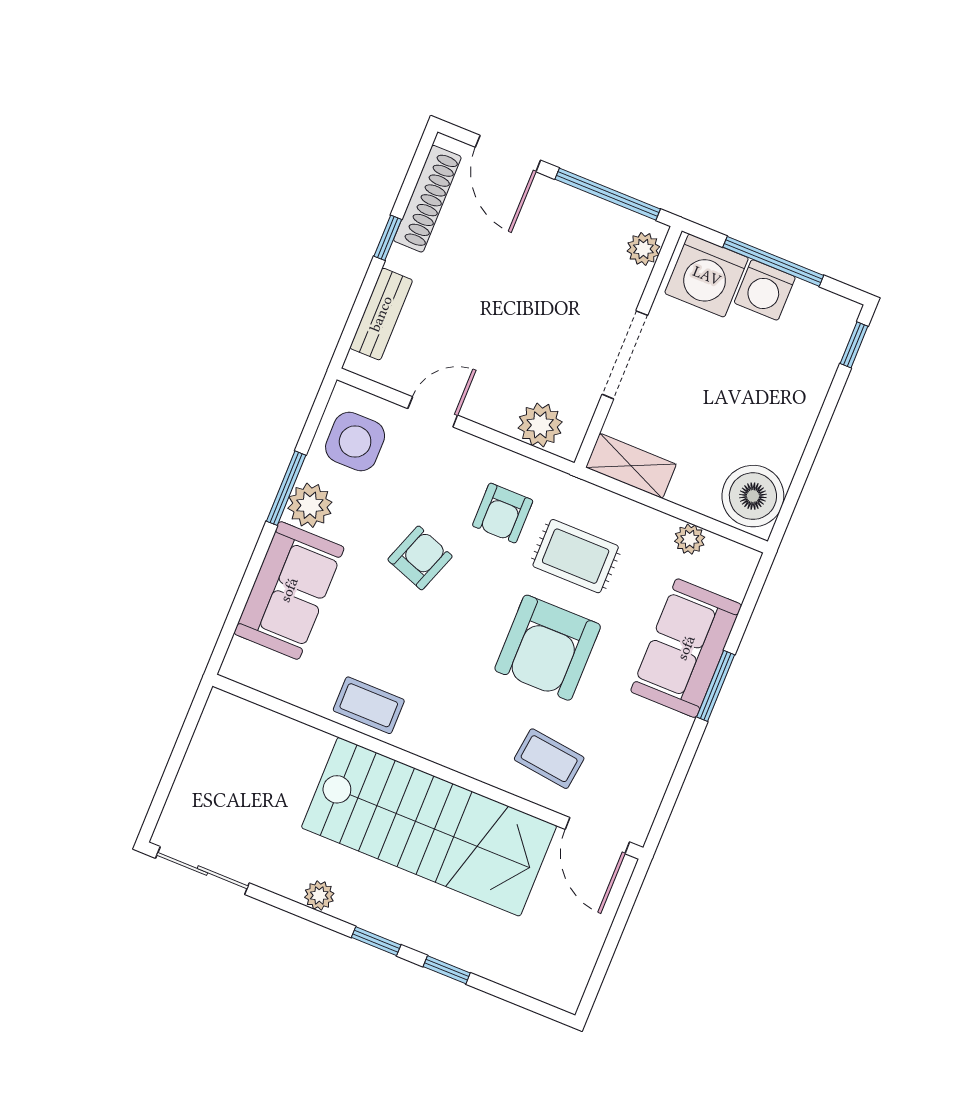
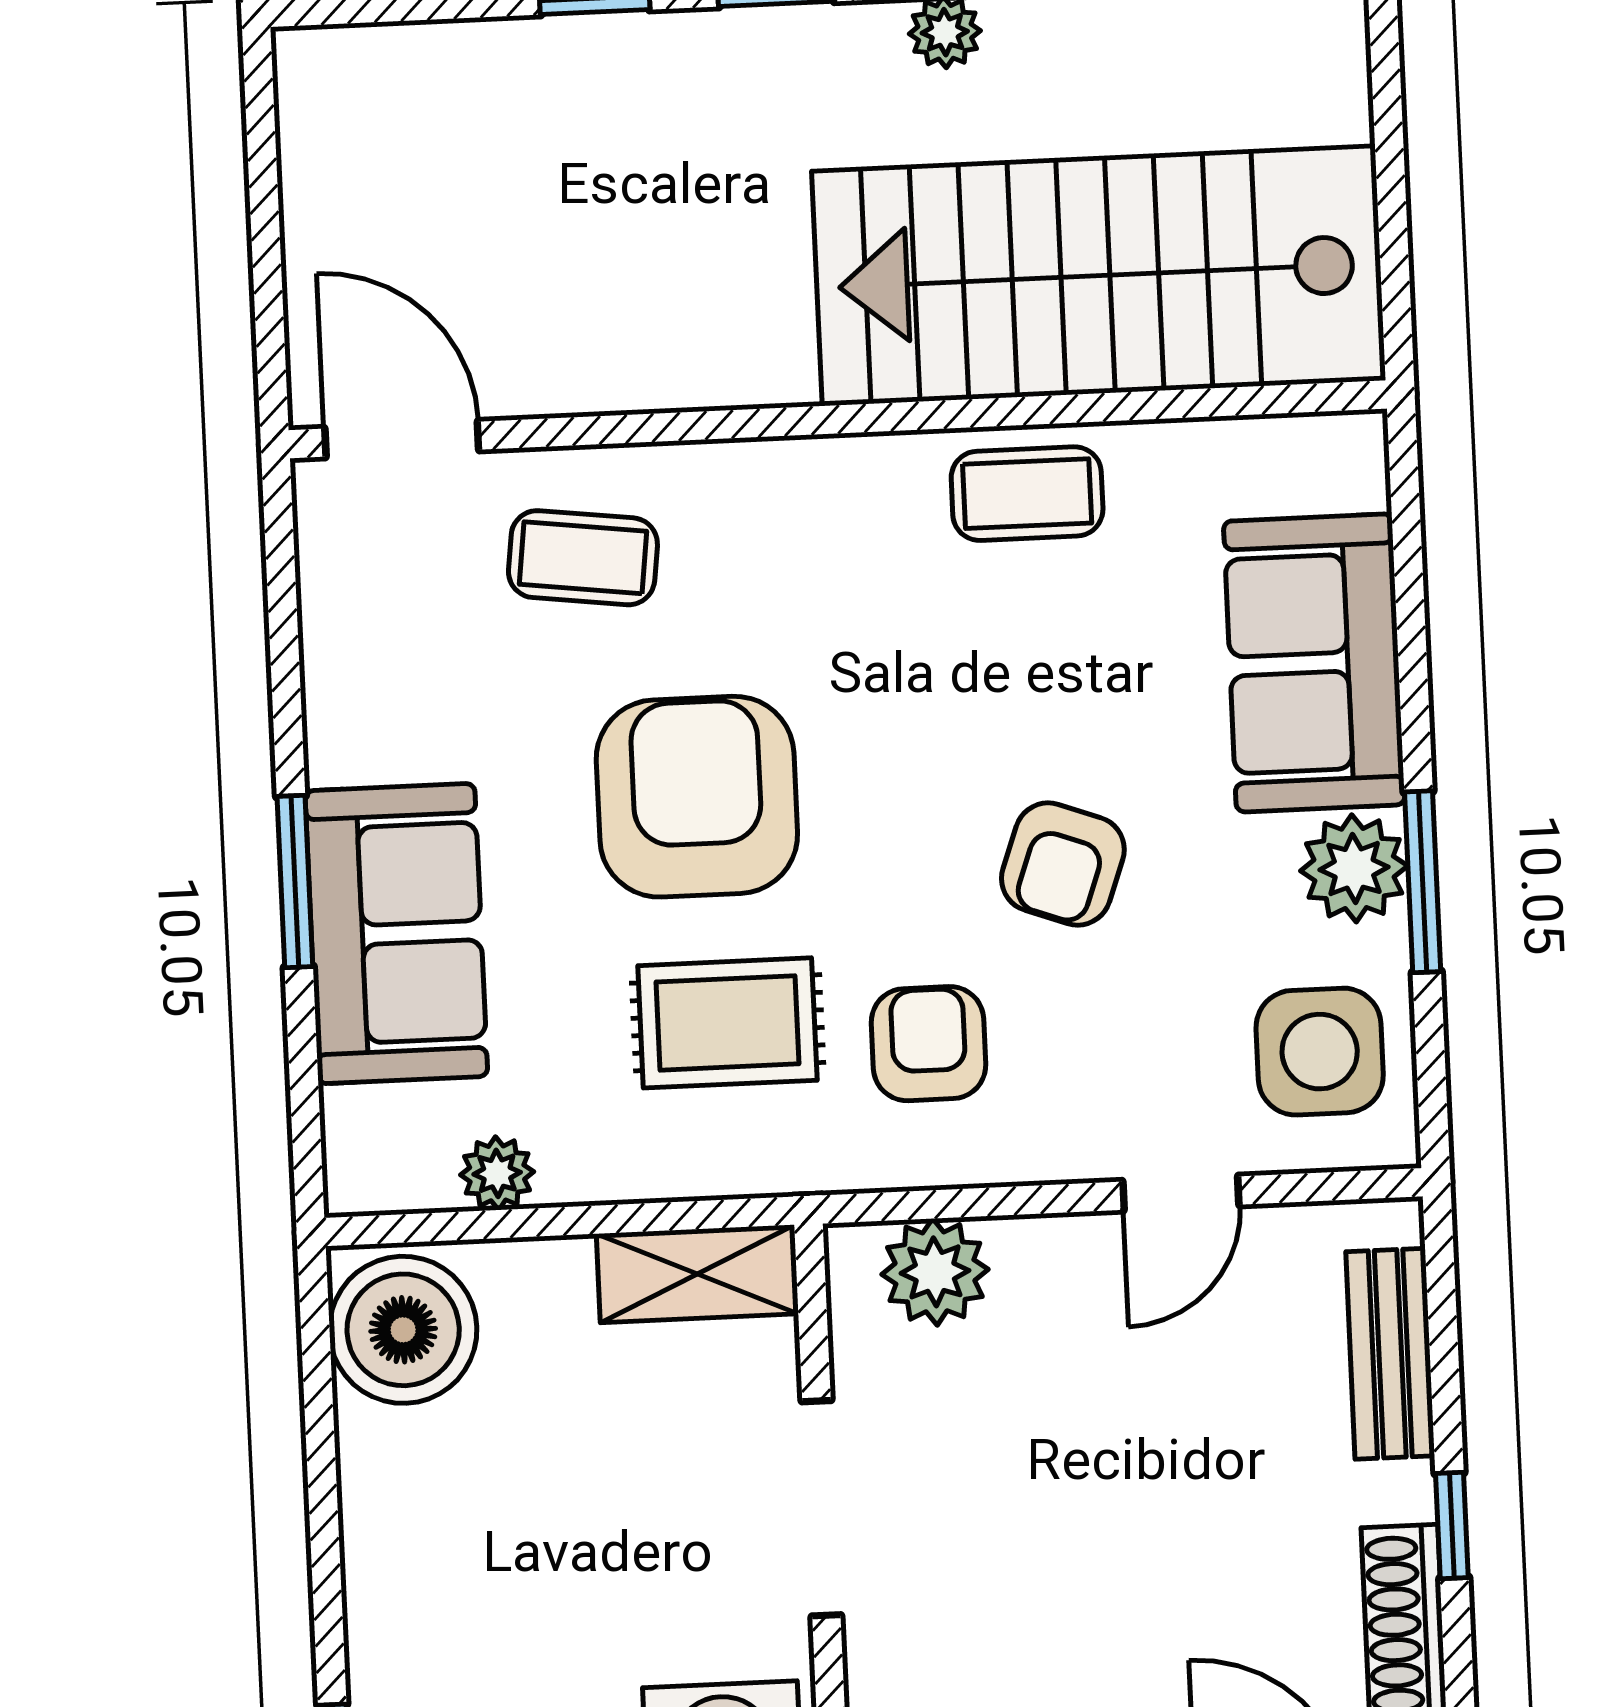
stairs: (429, 827) -> (1099, 276), moved

